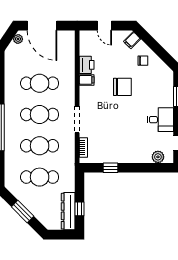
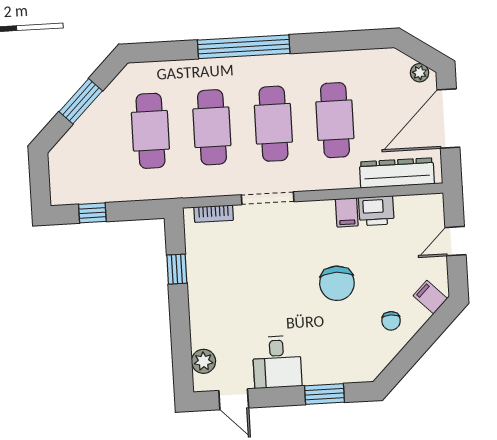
dresser: (68, 211) -> (397, 173), moved

